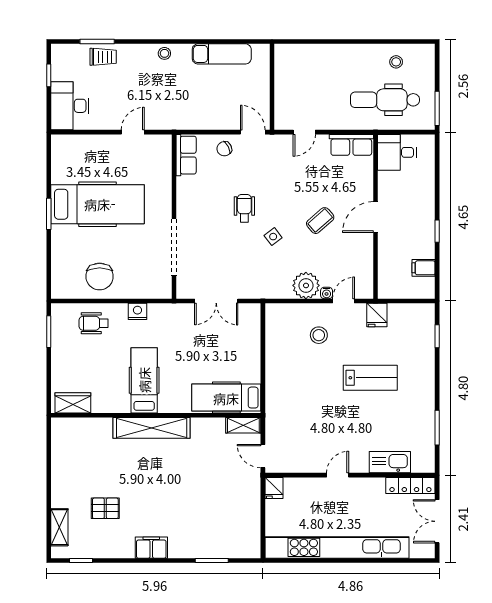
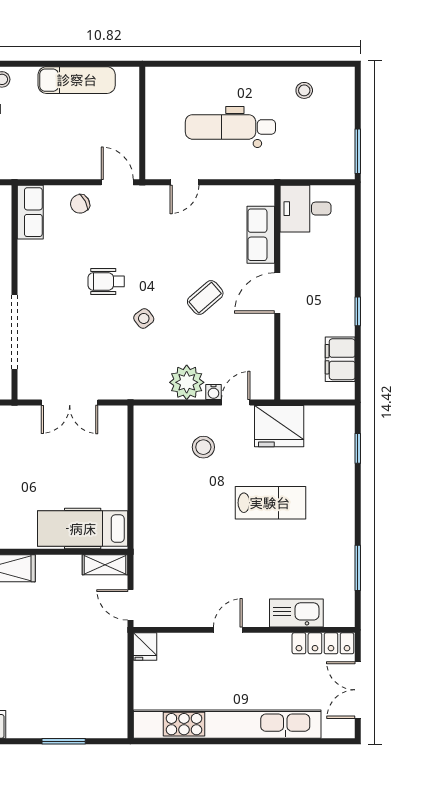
dental chair: (385, 100) -> (230, 127), moved
row of seats: (351, 145) -> (261, 235), moved, turned 90
wheelchair: (244, 208) -> (106, 281), turned -90
filing cabinet: (424, 268) -> (340, 359), width x2.00
fridge: (377, 315) -> (279, 426), width x1.88, depth x1.34

